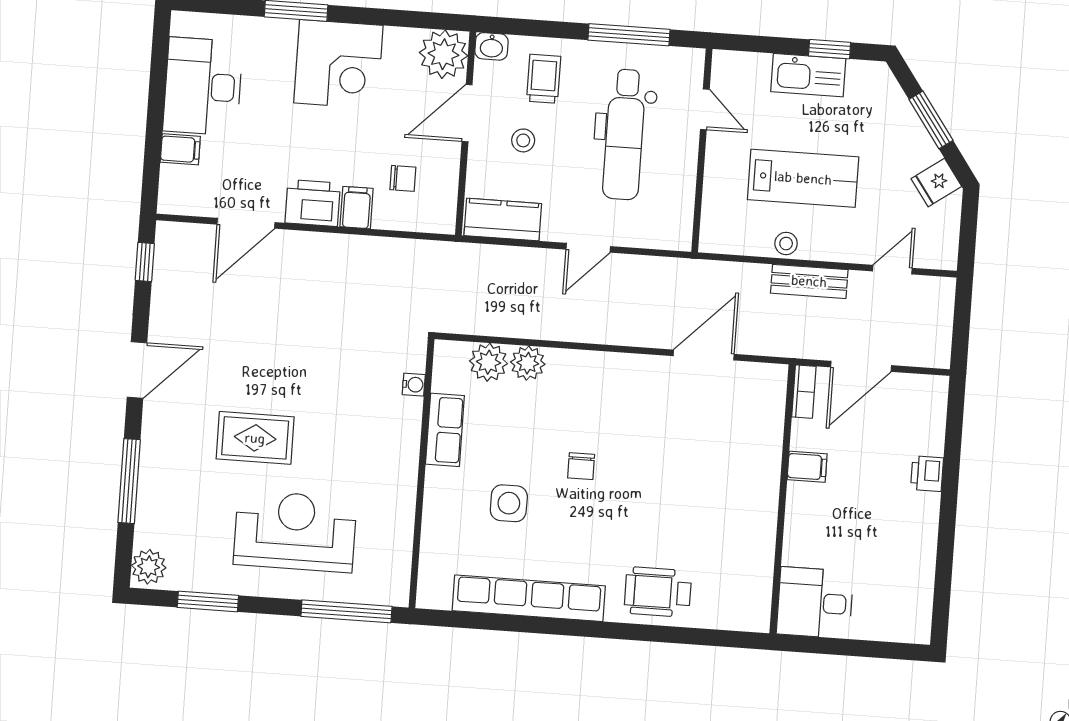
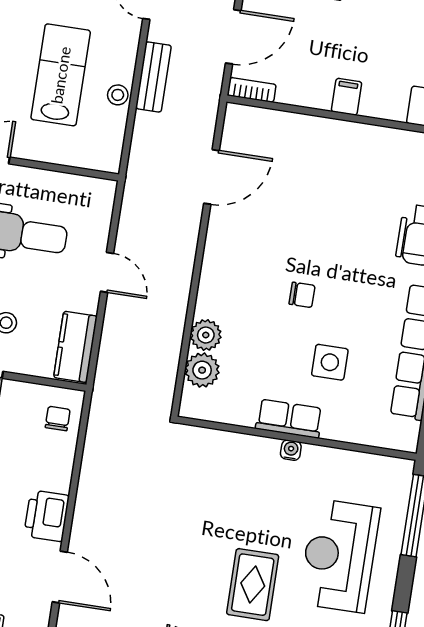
chair: (403, 178) -> (58, 419), moved
filing cabinet: (357, 208) -> (54, 477), removed
door: (704, 355) -> (211, 177), swing flipped
door: (861, 366) -> (233, 37), hinge flipped
water cooler: (414, 385) -> (291, 450), moved
row of seats: (445, 430) -> (289, 419), moved
filing cabinet: (807, 467) -> (347, 97), moved

